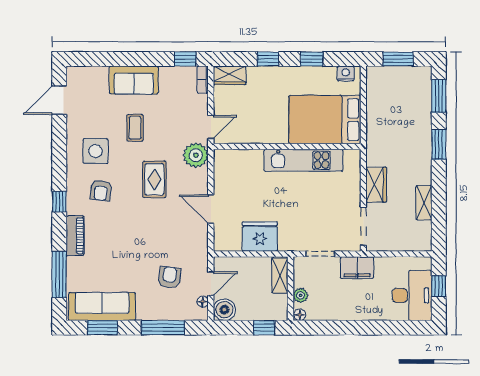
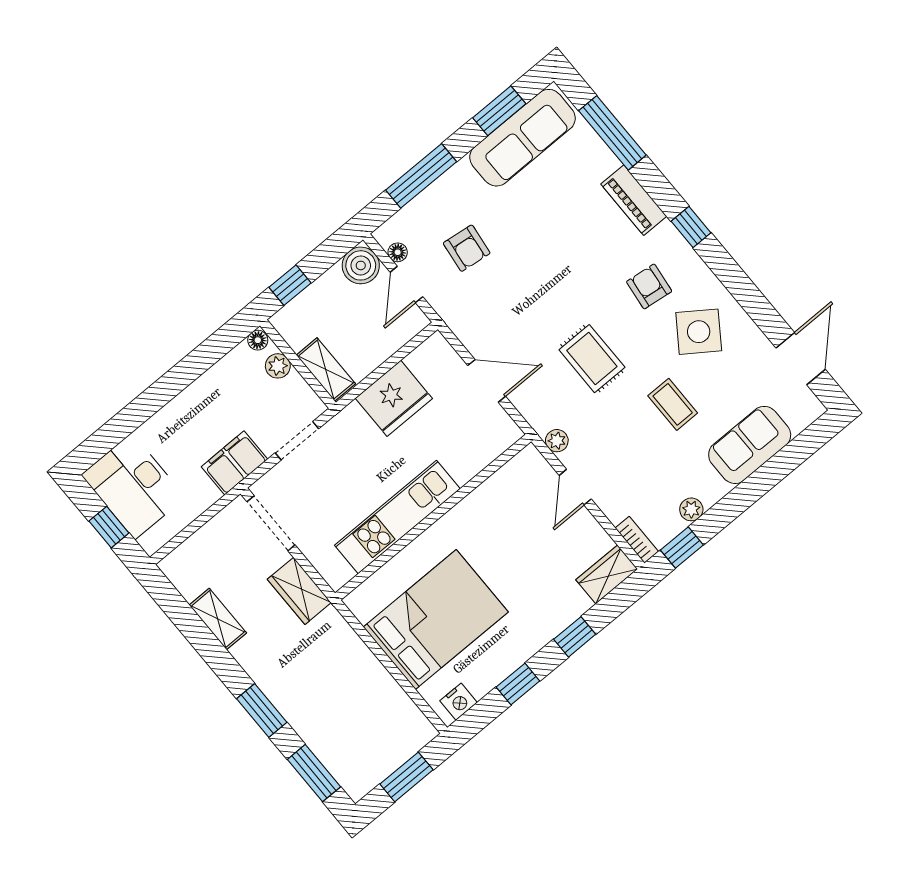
plant: (166, 73) -> (691, 509), added
sofa: (134, 80) -> (750, 445), moved
wall: (287, 147) -> (433, 517), moved
side table: (95, 151) -> (699, 332), turned 35
plant: (196, 155) -> (557, 441), width x0.53, depth x0.53
kitchen unit: (303, 160) -> (397, 517), moved

